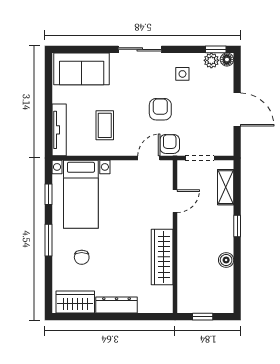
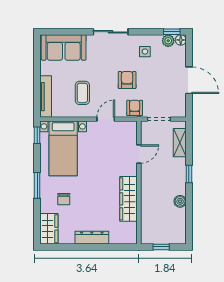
door: (149, 158) -> (106, 119), moved
window: (48, 194) -> (37, 135), moved
wardrobe: (75, 302) -> (49, 229), moved, turned 90

